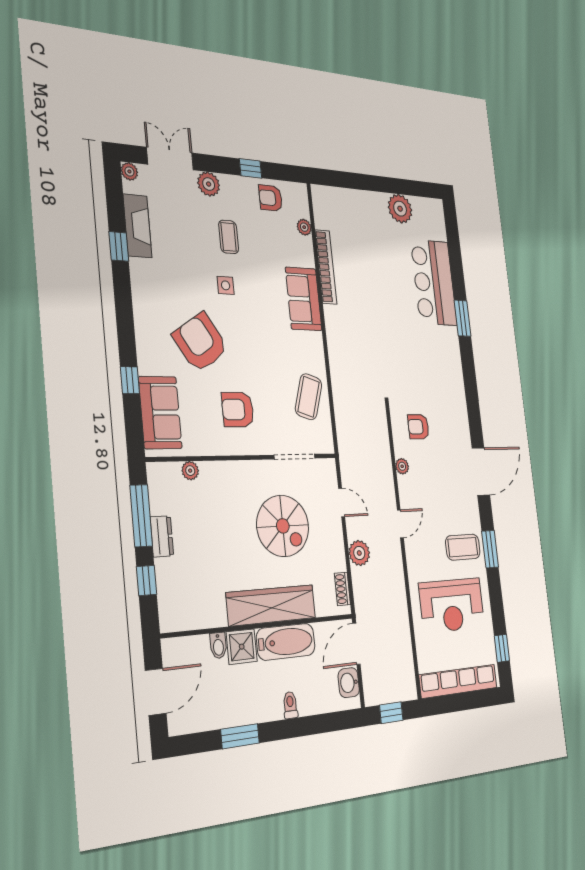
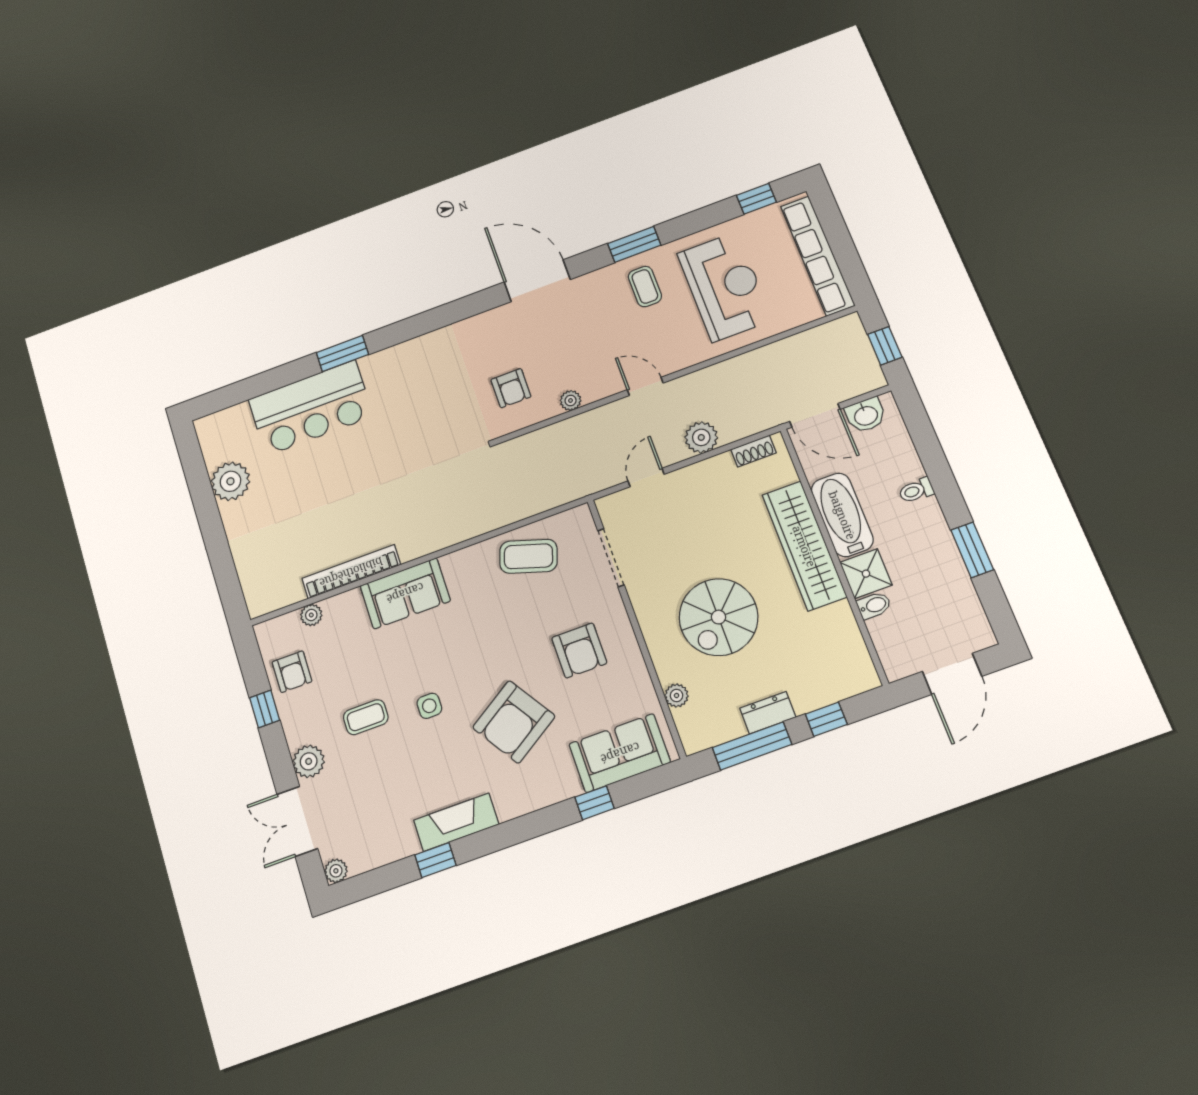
fireplace: (137, 226) -> (456, 822), moved
spiral stairs: (283, 526) -> (718, 617), moved, turned 180
coffee table: (463, 547) -> (645, 286), width x0.73, depth x0.77
door: (156, 692) -> (952, 674), swing flipped

